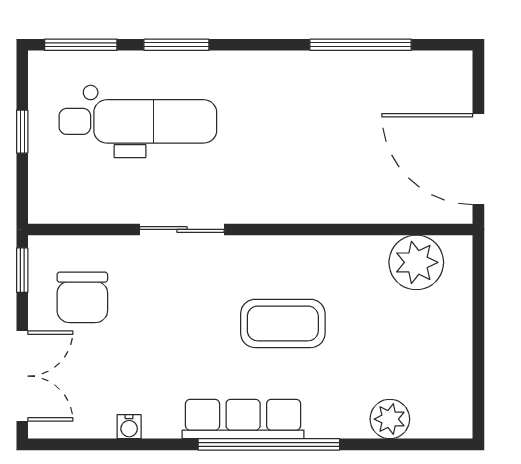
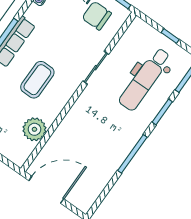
window: (361, 45) -> (132, 154), moved
plant: (416, 262) -> (34, 129), moved

